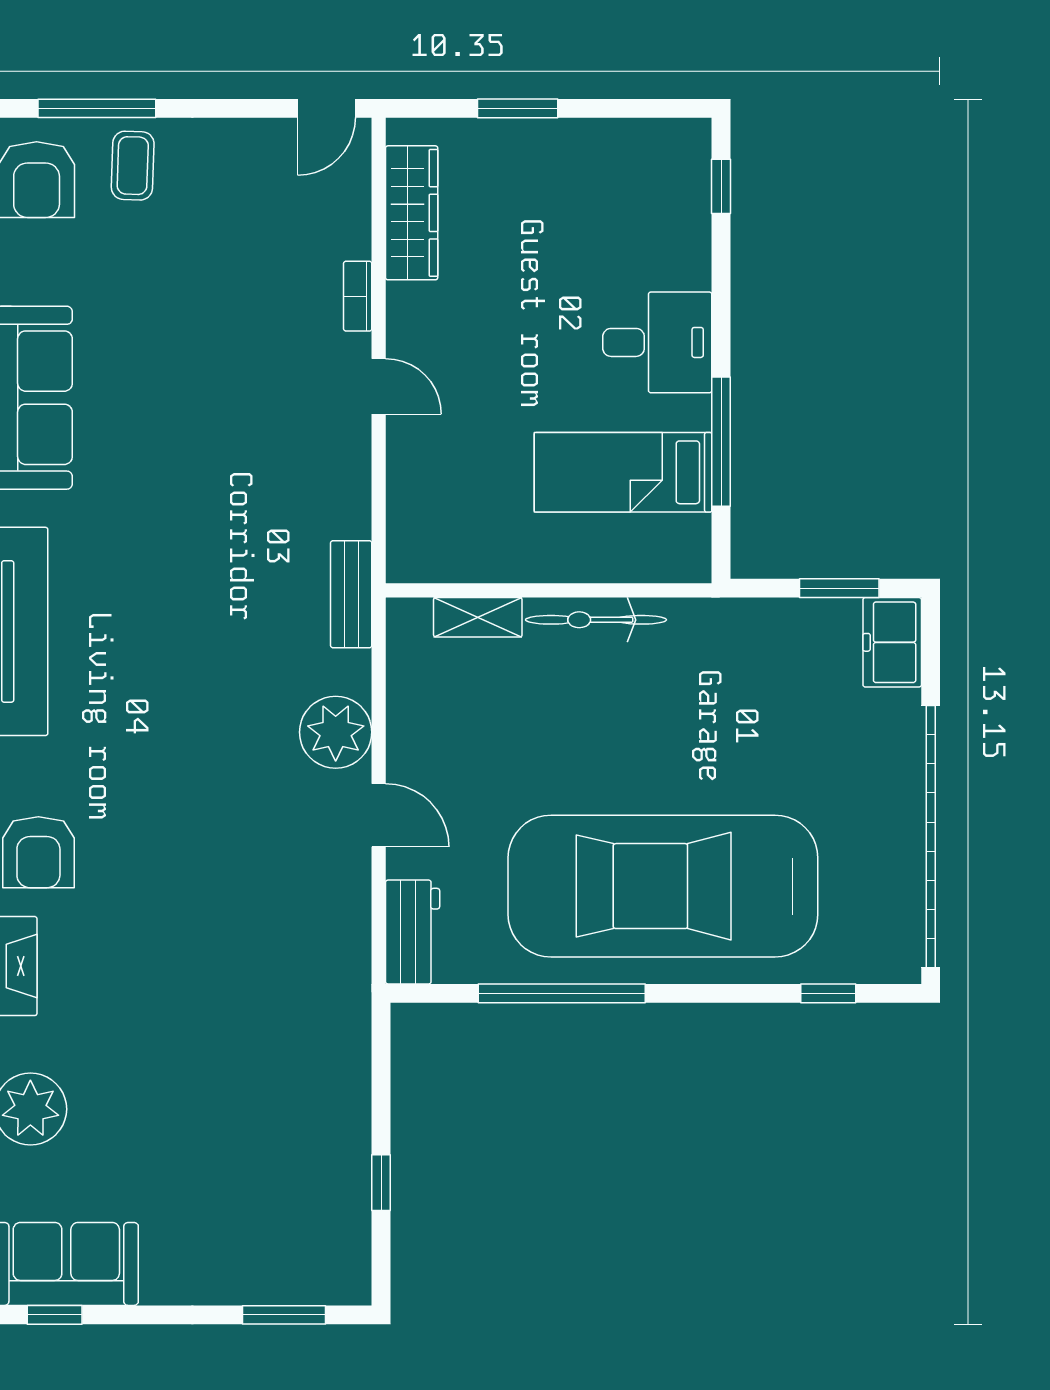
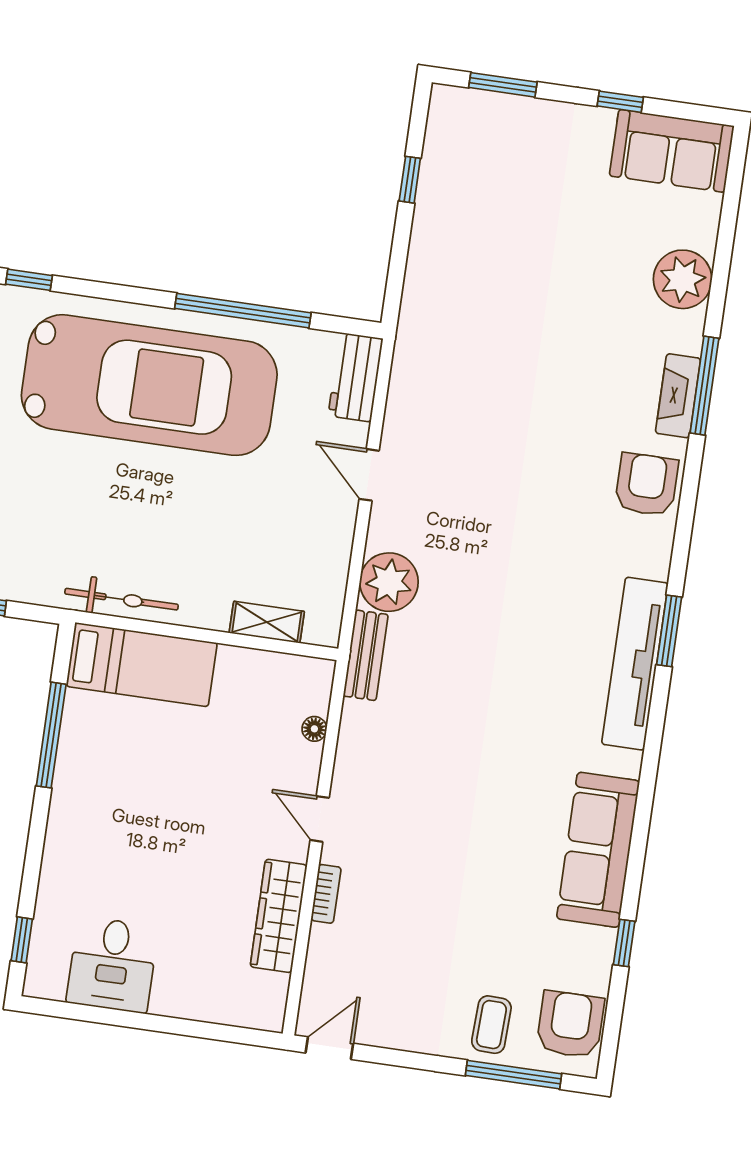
window: (518, 108) -> (176, 1026), removed
wardrobe: (412, 213) -> (279, 916), moved
desk: (657, 342) -> (112, 965), moved, turned -90
bed: (623, 472) -> (142, 665), moved
floor lamp: (401, 495) -> (314, 729), added
bicycle: (596, 620) -> (122, 599), moved
plant: (336, 732) -> (389, 582), moved
window: (55, 1315) -> (620, 102), moved

